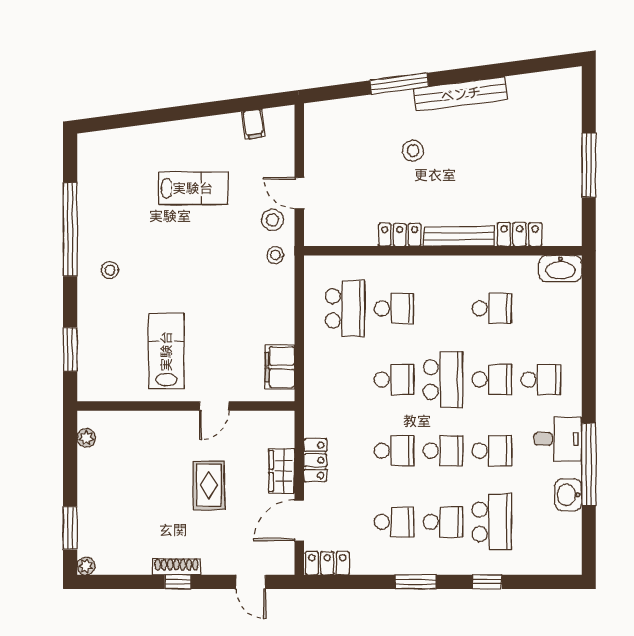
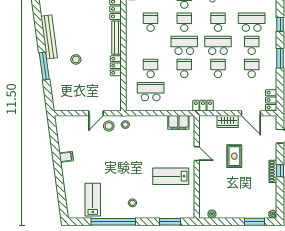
filing cabinet: (253, 124) -> (66, 157), moved
lab bench: (193, 188) -> (93, 200), moved
school desk: (443, 451) -> (218, 45), width x1.85
locker: (315, 460) -> (203, 106), moved
rug: (209, 485) -> (234, 156), turned 90

